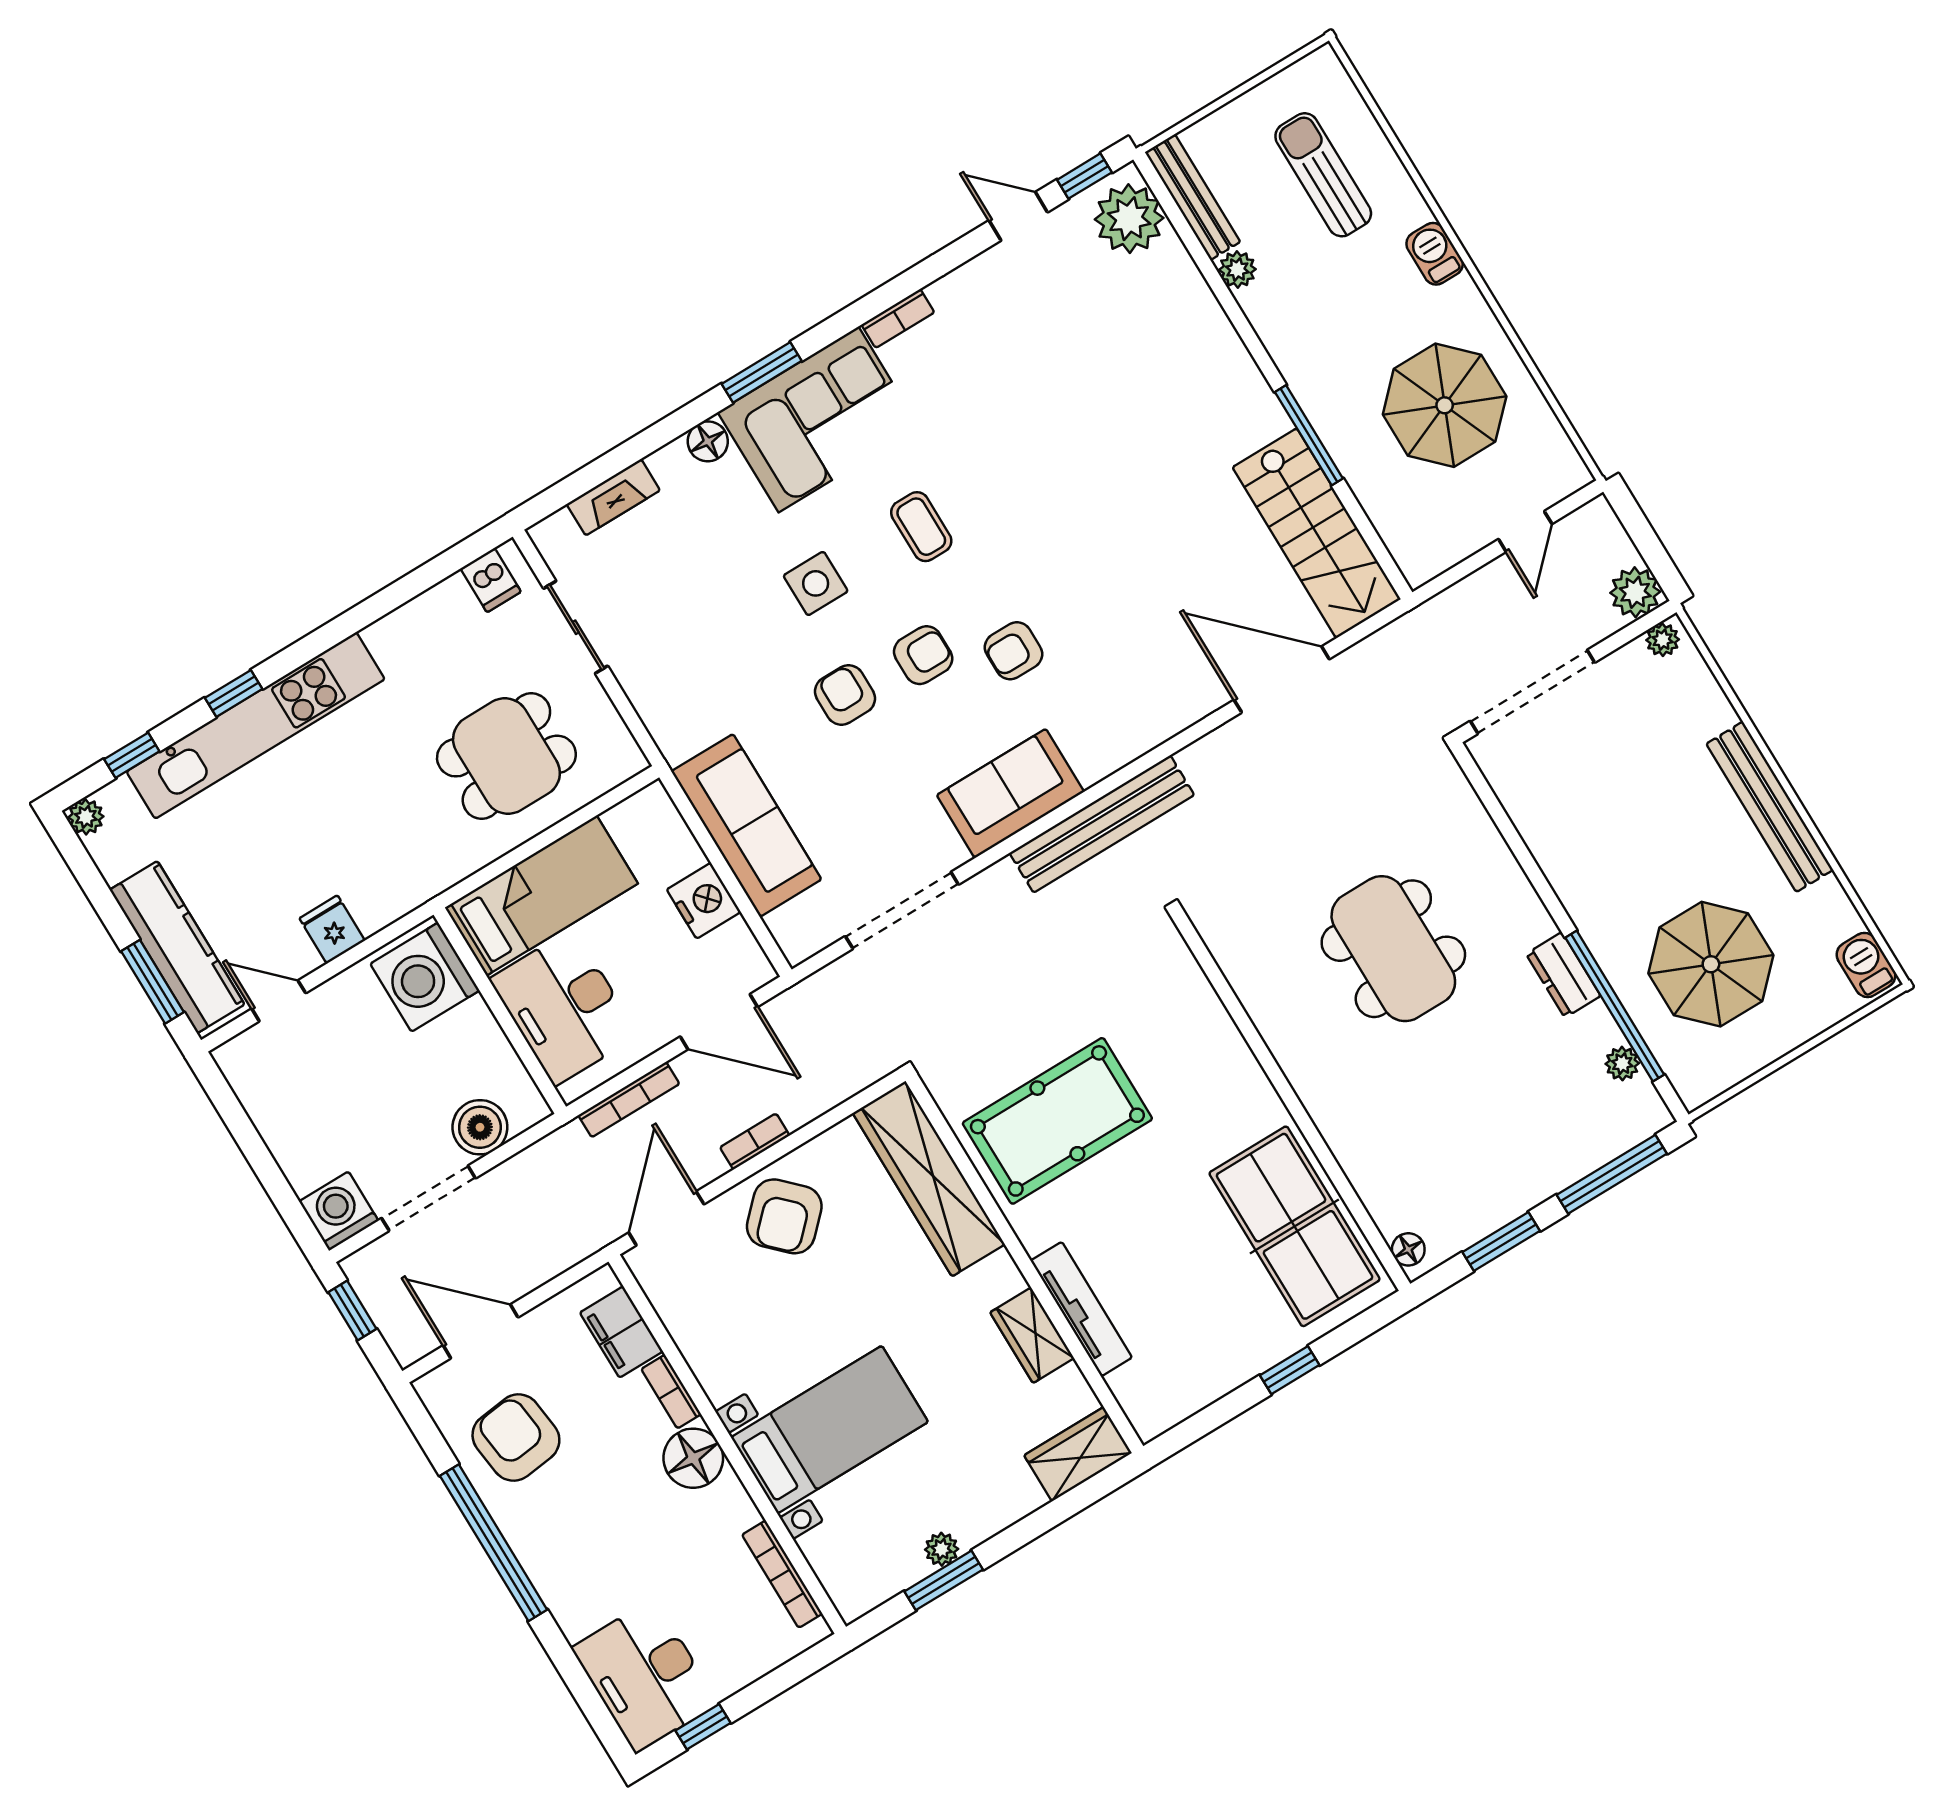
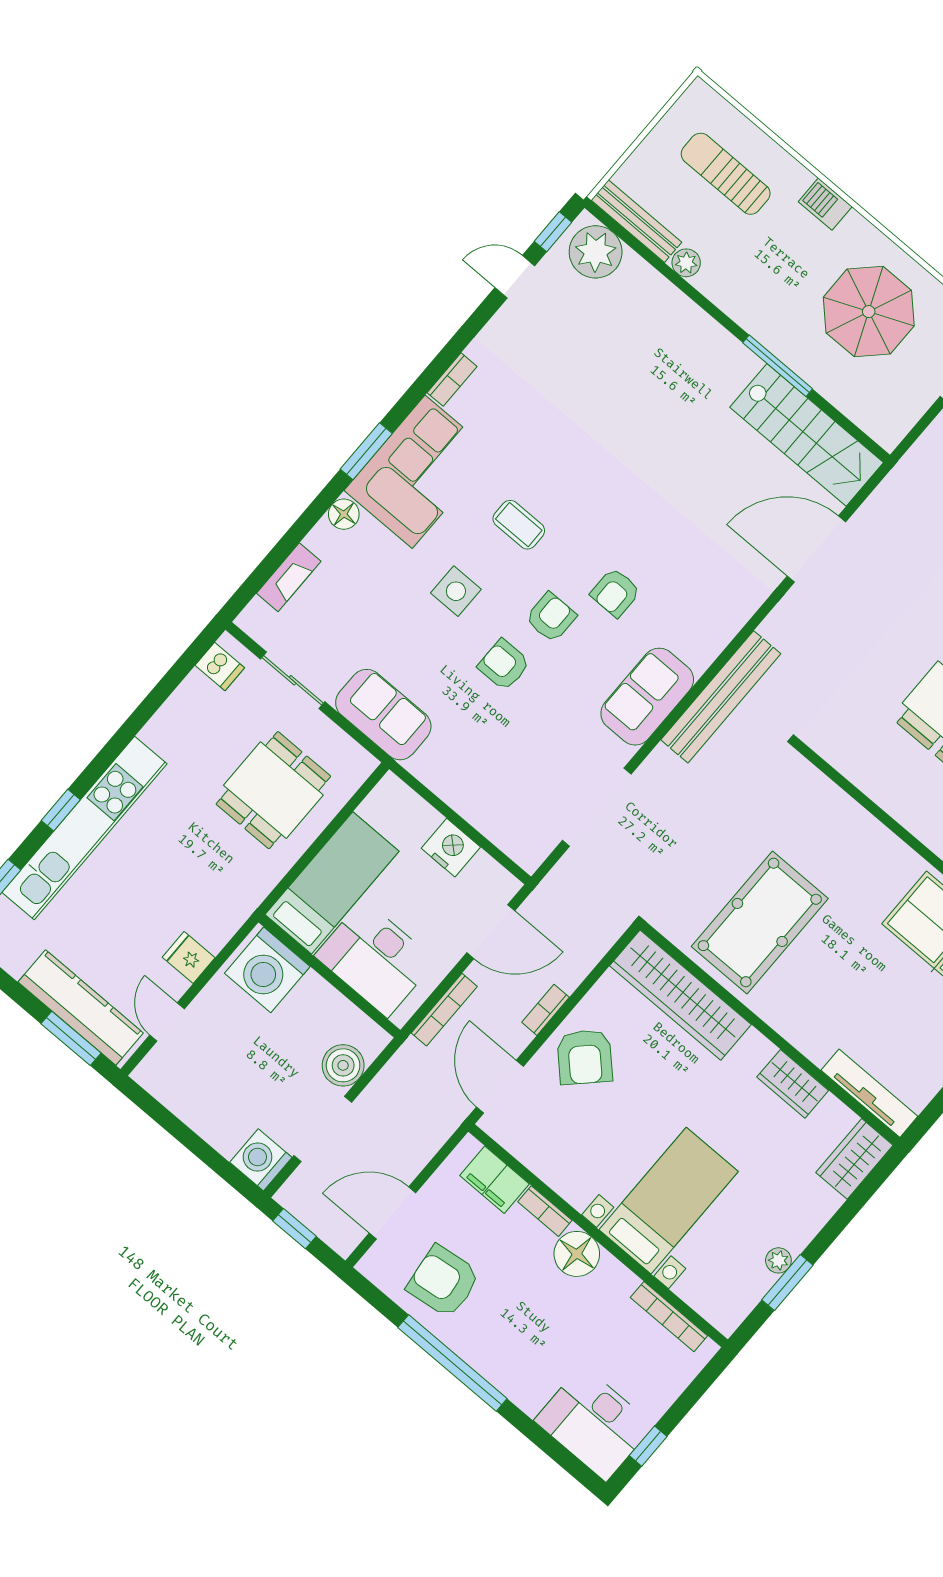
sofa: (746, 825) -> (383, 715), moved, width x0.73
door: (279, 1001) -> (167, 1022), hinge flipped
tv unit: (1081, 1309) -> (869, 1093), moved

